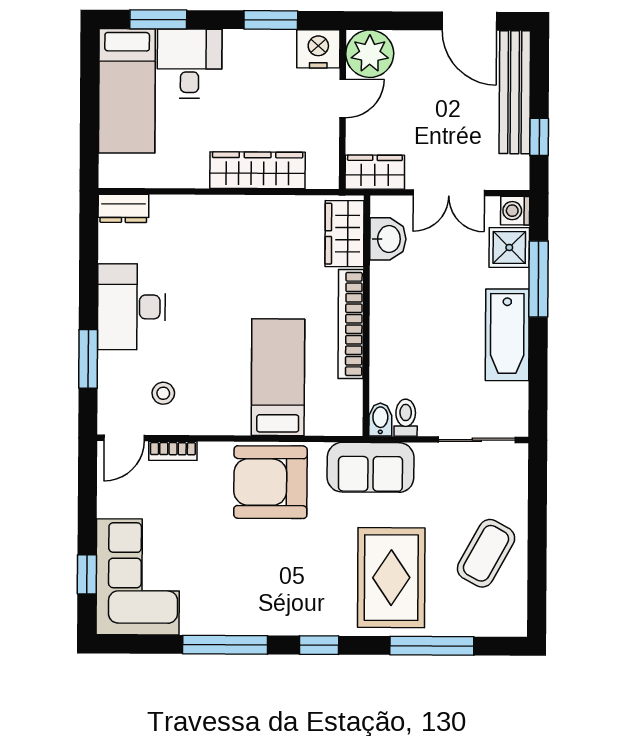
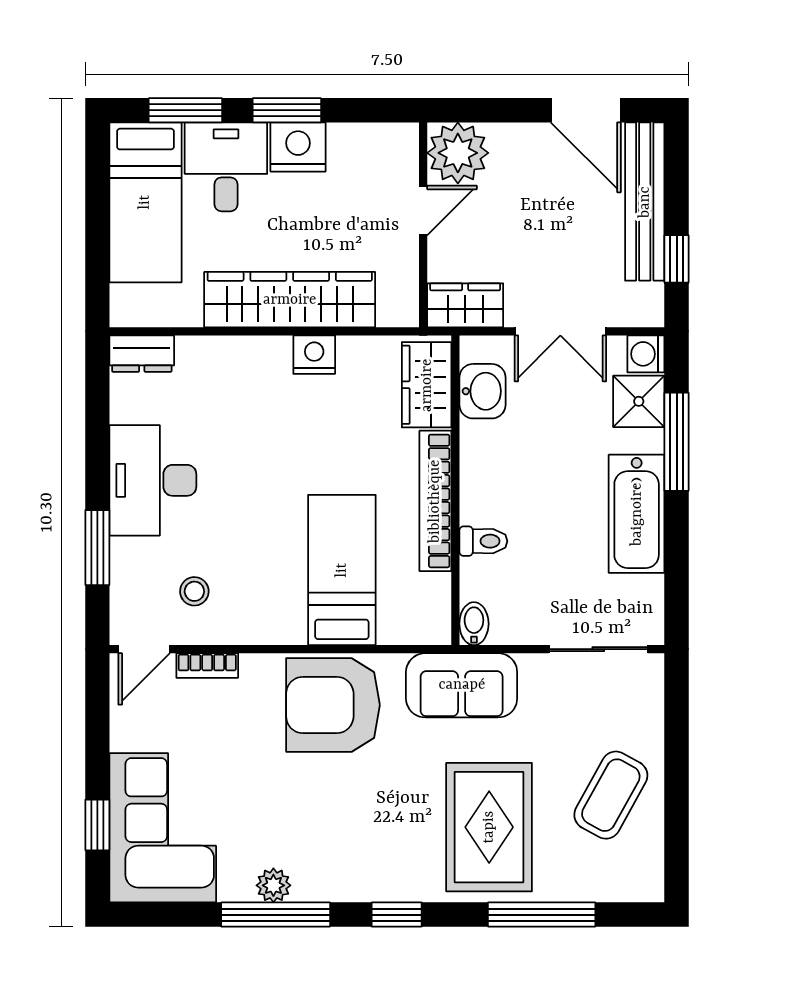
window: (271, 20) -> (287, 110), moved
nightstand: (318, 49) -> (298, 147), moved
wardrobe: (257, 170) -> (290, 300), width x1.40, depth x1.17
nightstand: (257, 210) -> (314, 355), added
toilet: (406, 418) -> (483, 541), moved, turned 90
plant: (223, 622) -> (273, 885), added

